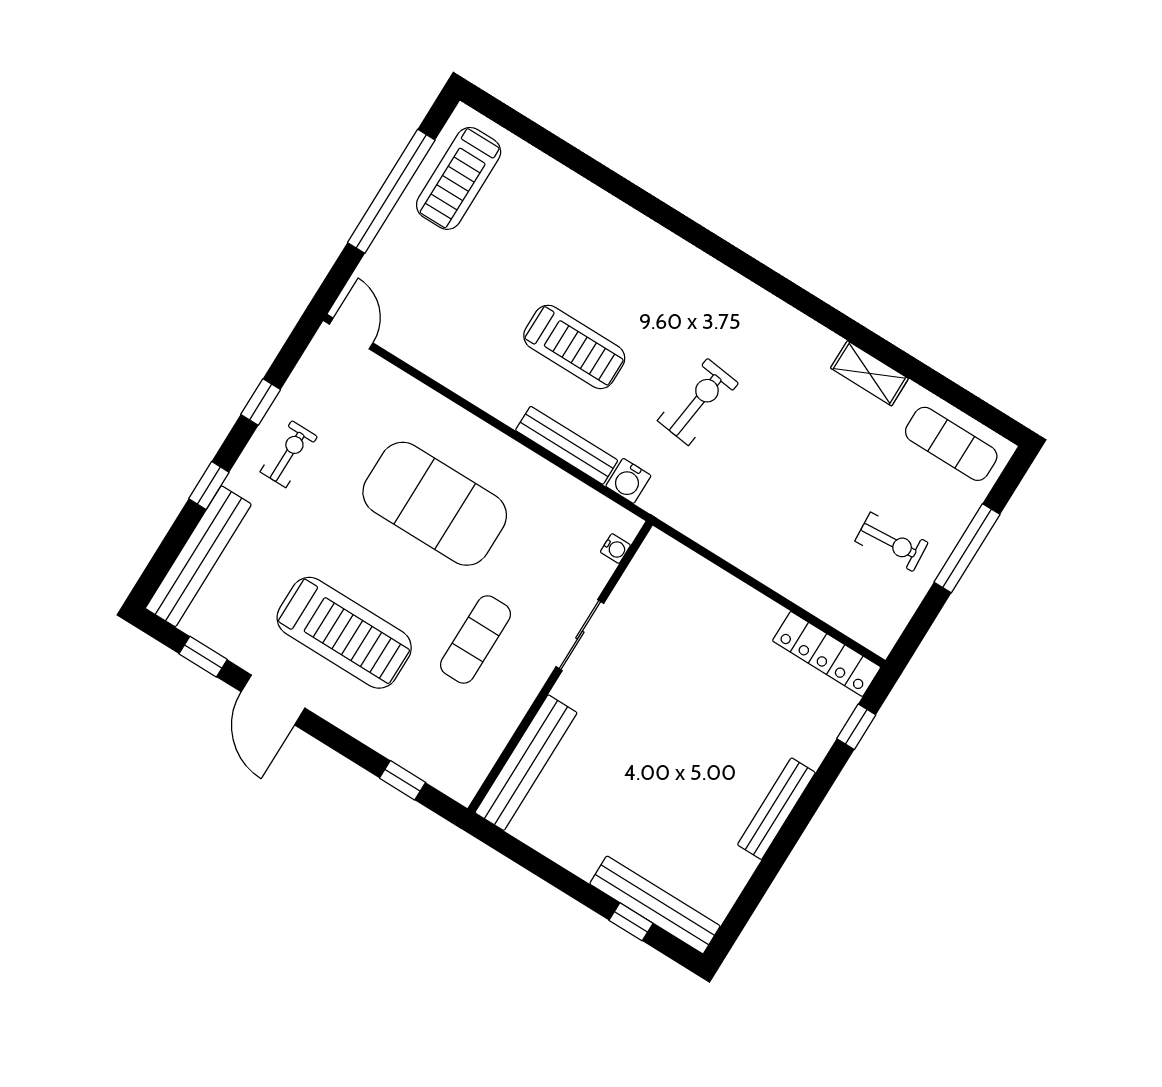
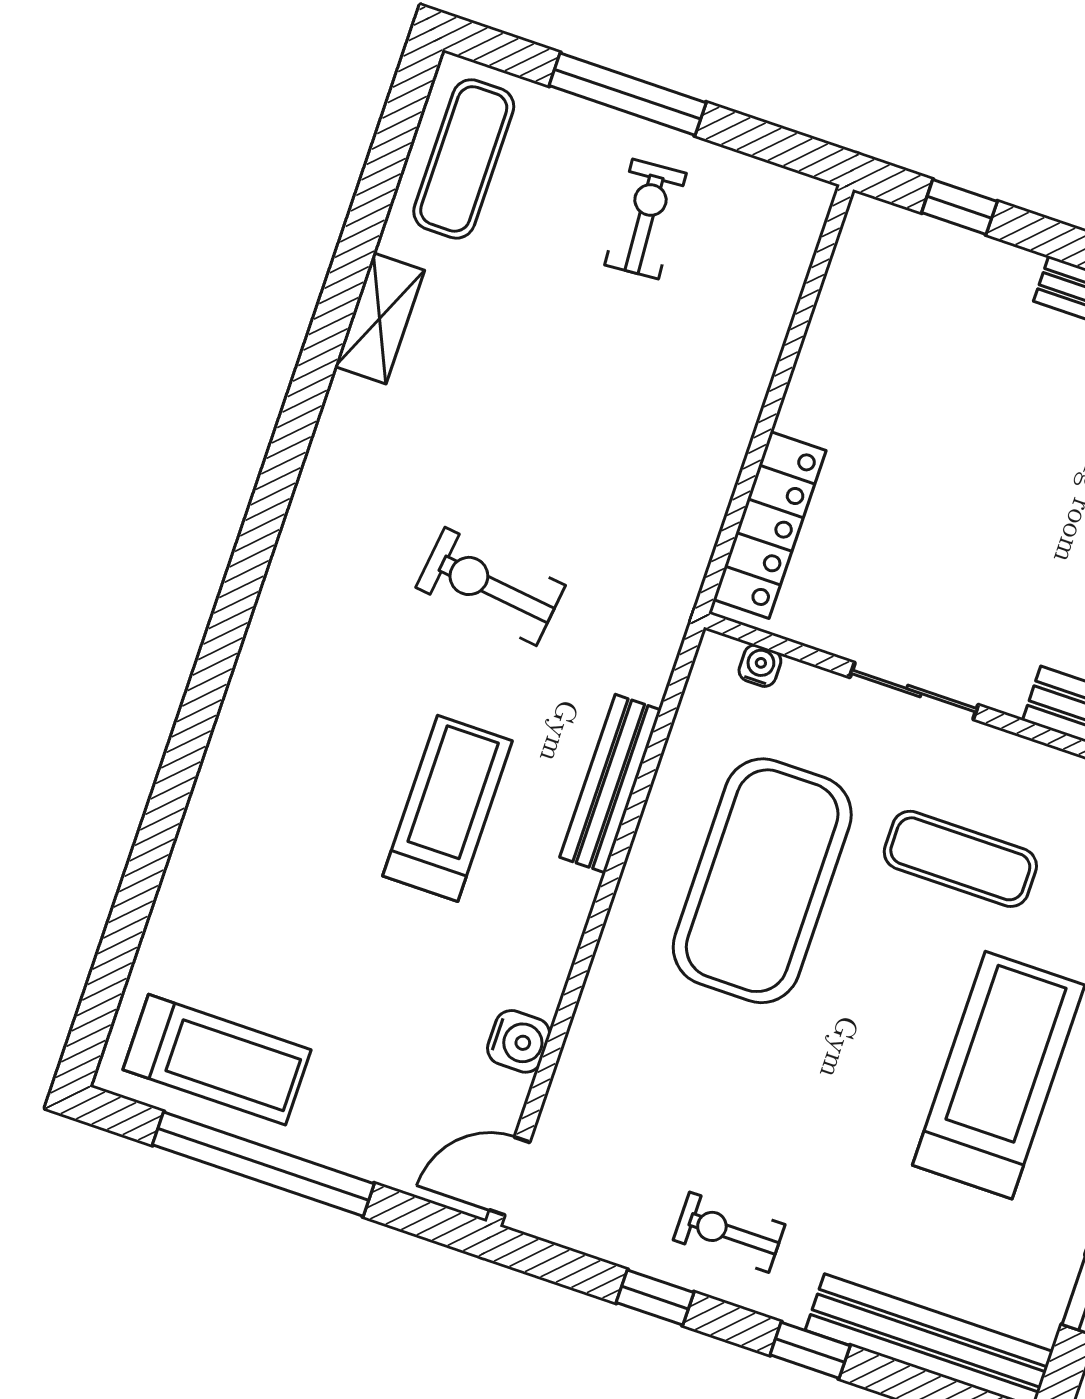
water cooler: (628, 481) -> (519, 1041), moved
exercise mat: (435, 504) -> (762, 881), moved
locker: (827, 654) -> (770, 525), moved

